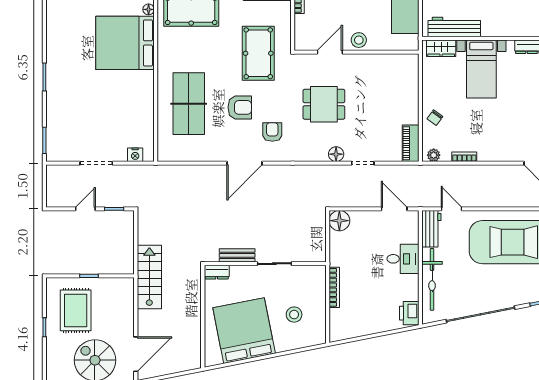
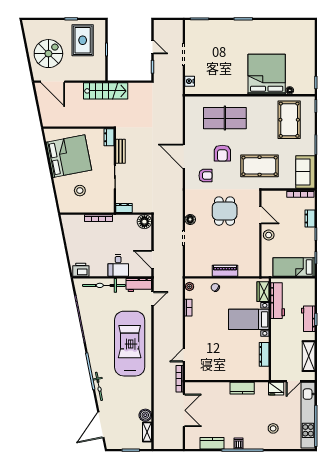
piano: (411, 143) -> (225, 271), moved
door: (394, 209) -> (153, 259), swing flipped
dresser: (319, 250) -> (124, 208), added
rug: (76, 310) -> (83, 40), turned 90

